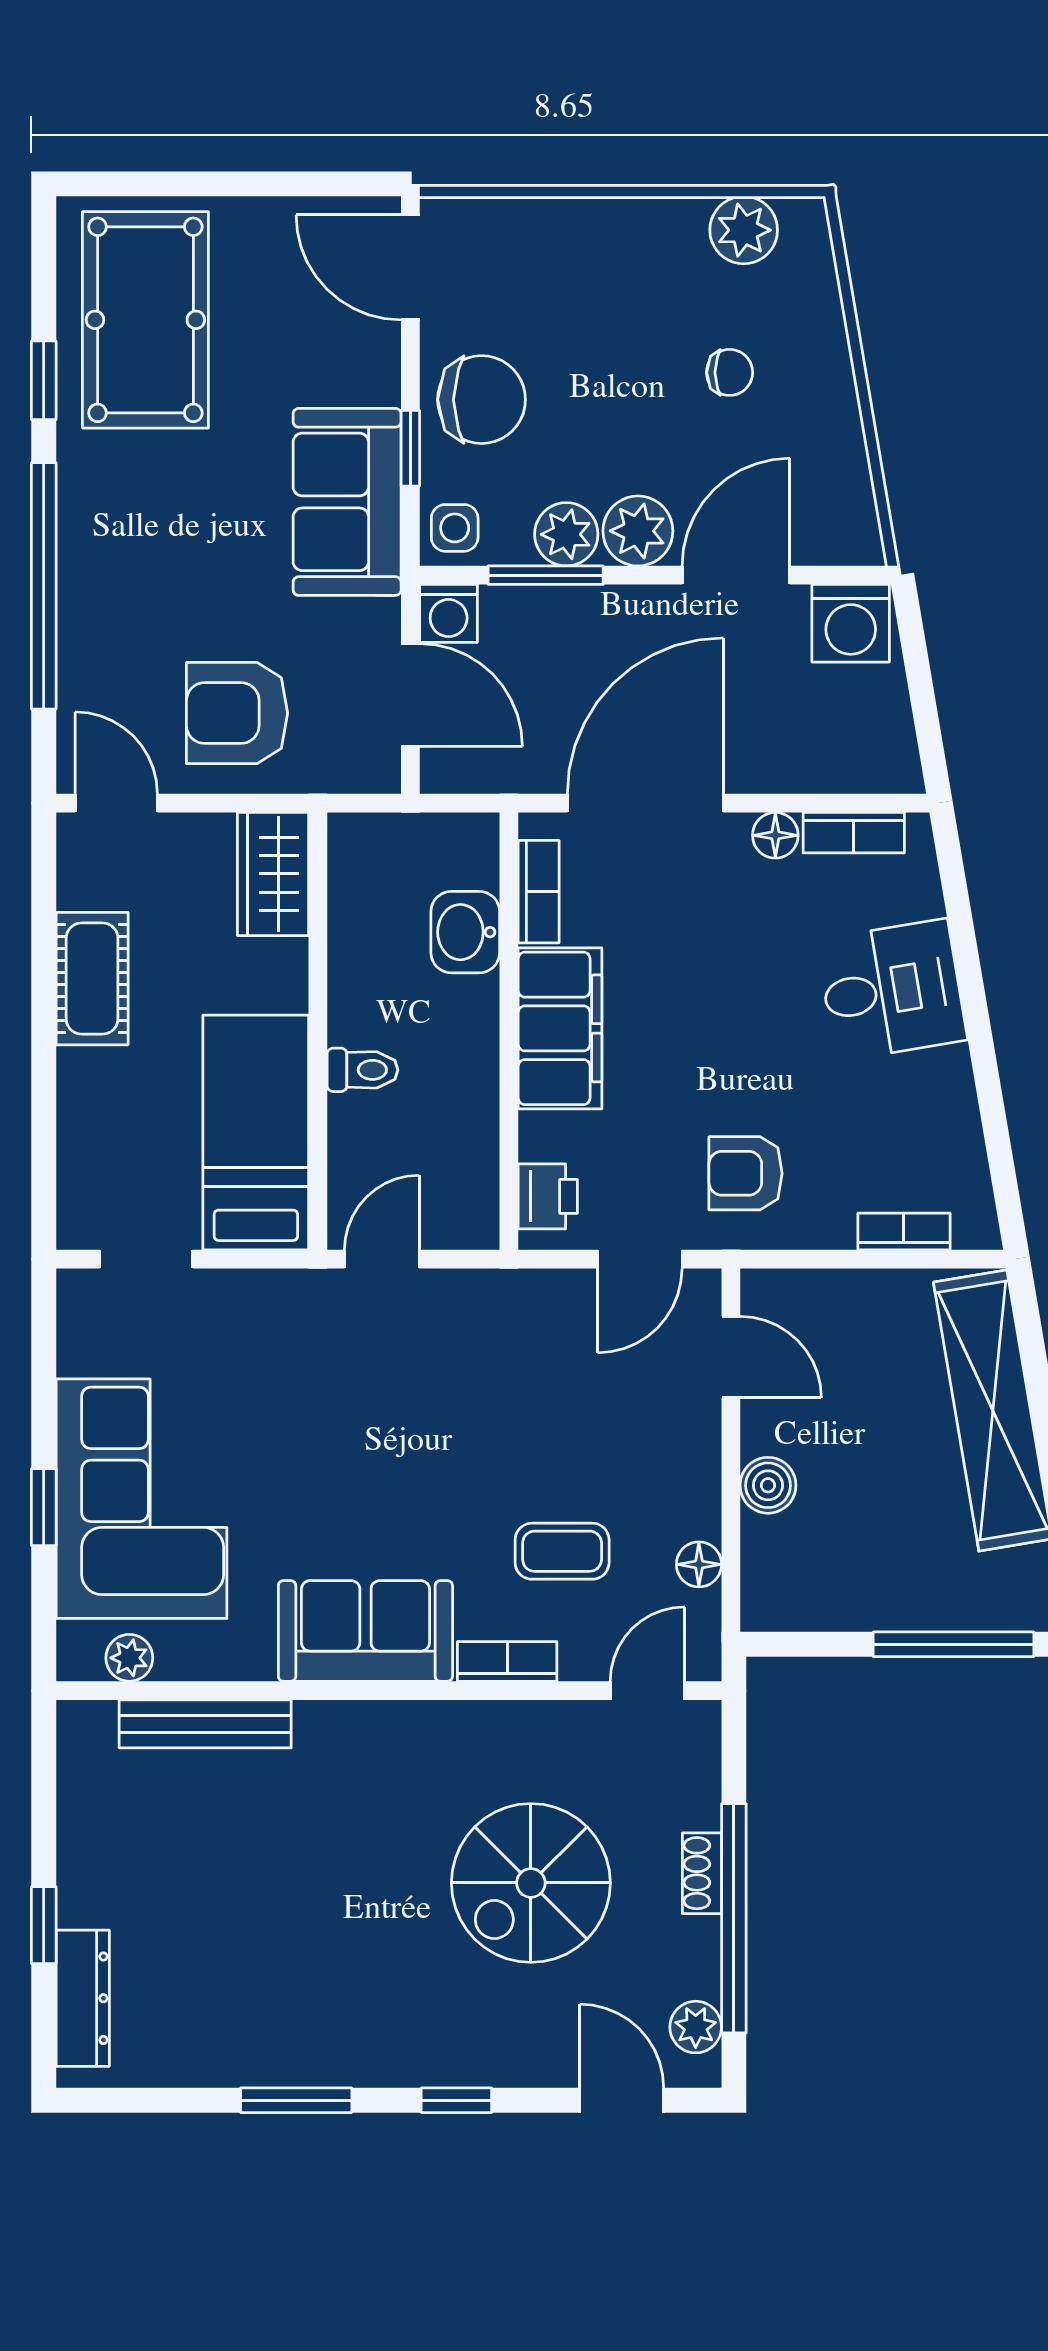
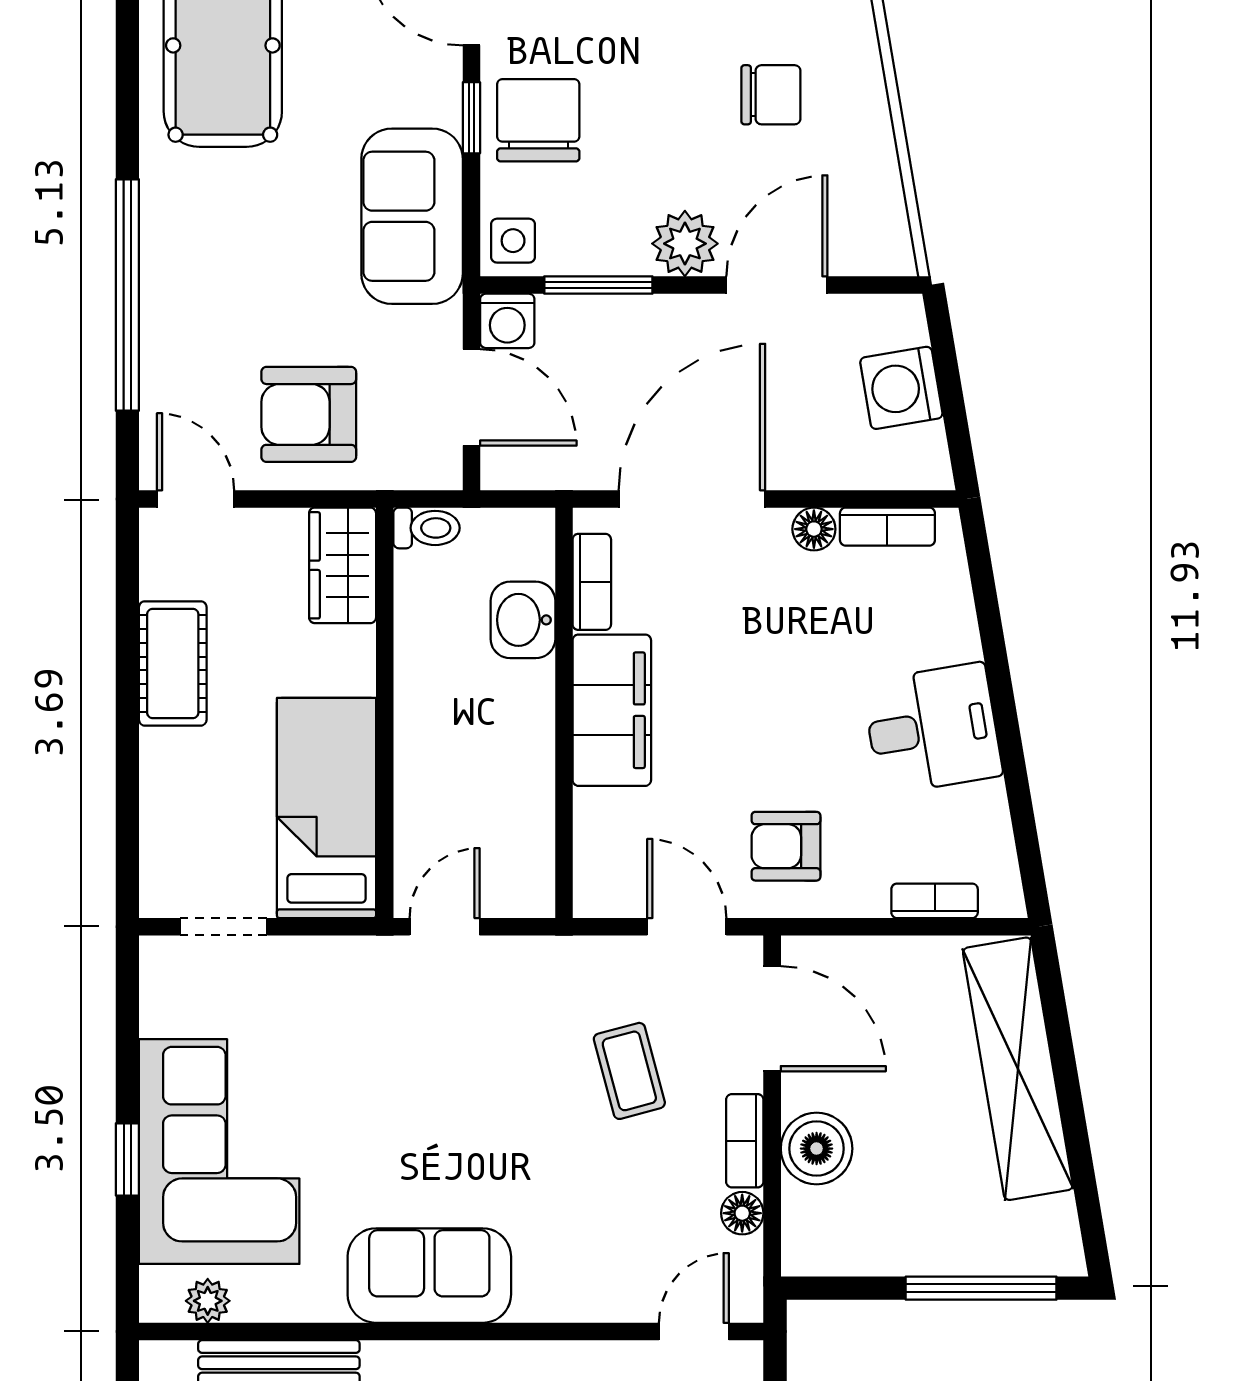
chair: (730, 372) -> (771, 95), width x1.37, depth x1.37
window: (44, 380) -> (127, 102), removed
chair: (482, 400) -> (538, 120), turned -90
window: (410, 448) -> (471, 118), moved
plant: (566, 534) -> (618, 247), removed
washing machine: (851, 623) -> (901, 388), moved, turned 80
desk: (892, 990) -> (932, 729), moved
toilet: (362, 1070) -> (427, 528), moved
printer: (548, 1196) -> (600, 868), removed
door: (640, 1259) -> (687, 927), swing flipped
door: (731, 1357) -> (772, 1019), width x1.38
boiler: (768, 1485) -> (817, 1149), width x1.36, depth x1.36
coffee table: (562, 1551) -> (629, 1071), moved, turned 75
bookcase: (507, 1661) -> (745, 1141), moved, turned -90

